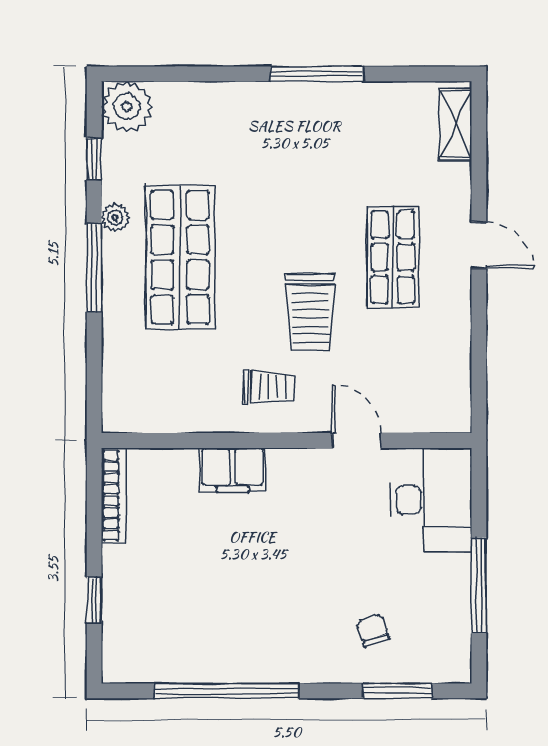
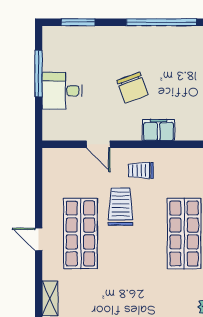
shop shelf: (393, 257) -> (80, 234), width x1.43, depth x1.36
desk: (431, 500) -> (62, 91), moved, width x0.73
chair: (373, 630) -> (133, 88), moved, width x1.87, depth x1.87

